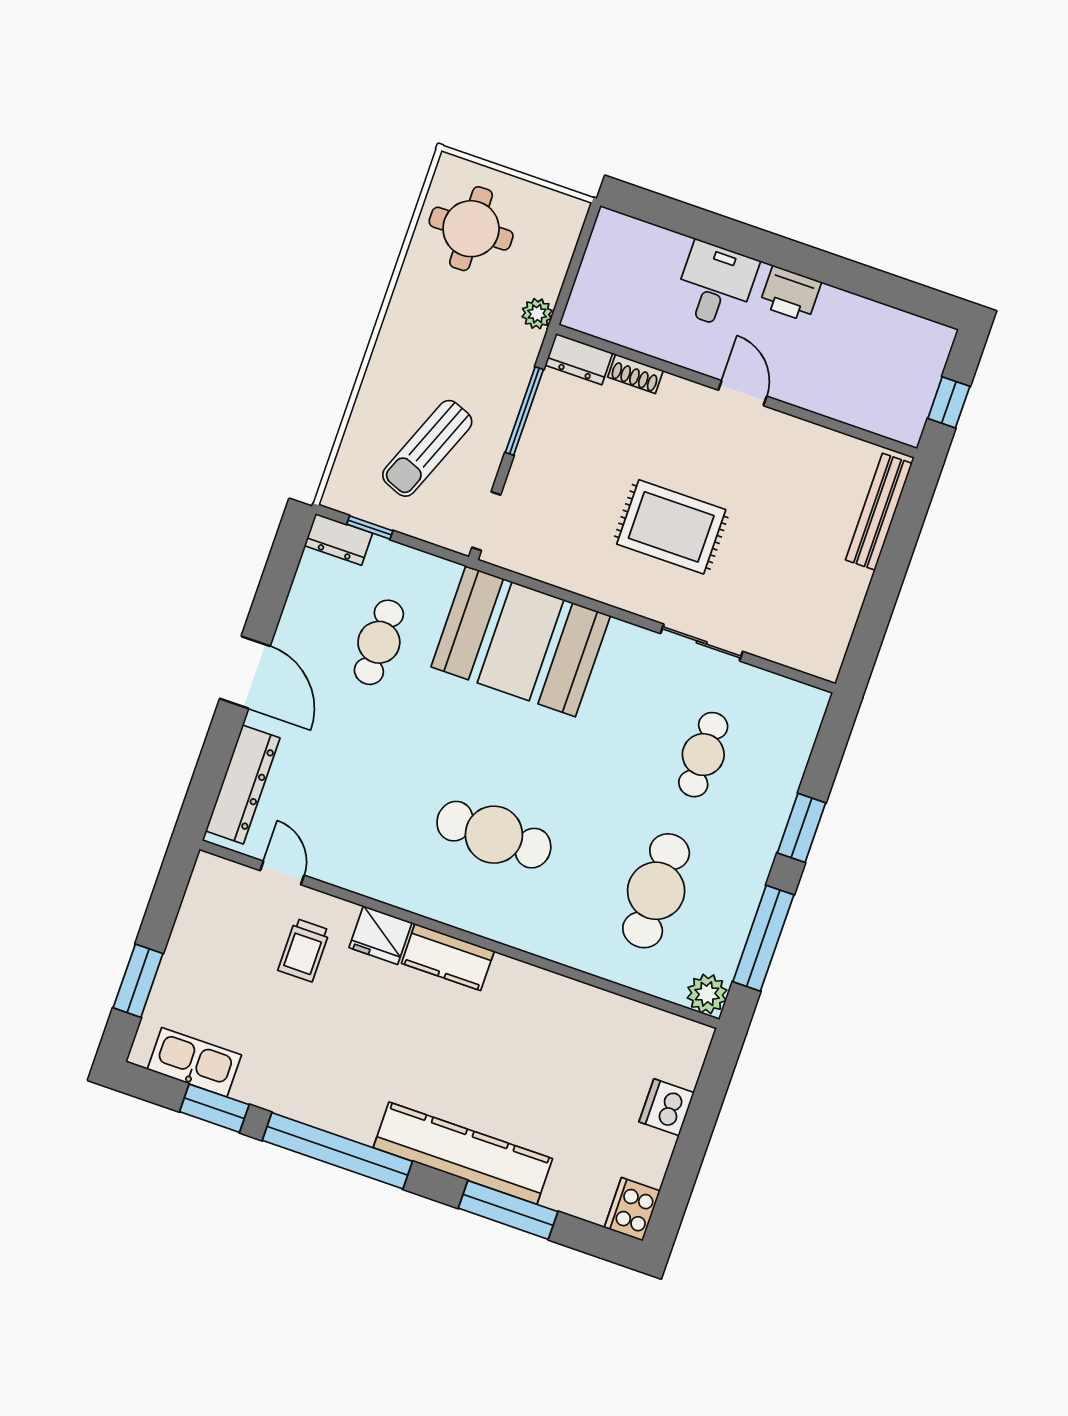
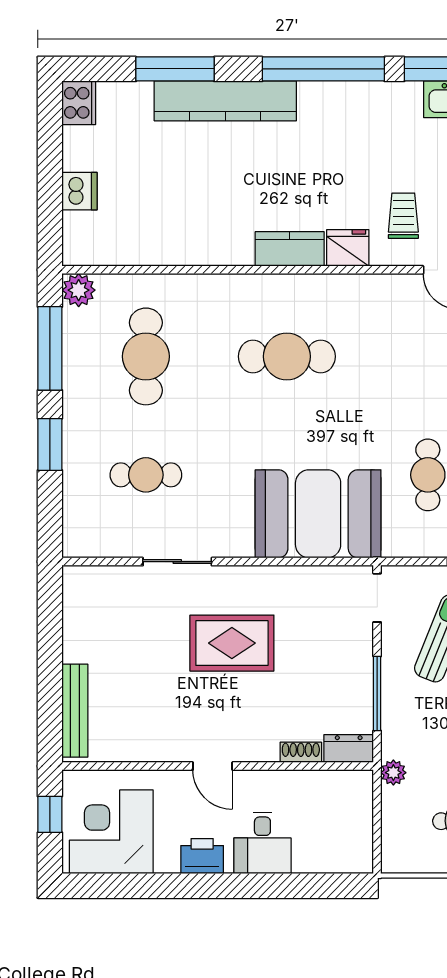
corner desk: (885, 358) -> (111, 832), added
cafe table: (703, 755) -> (146, 475), turned 90

